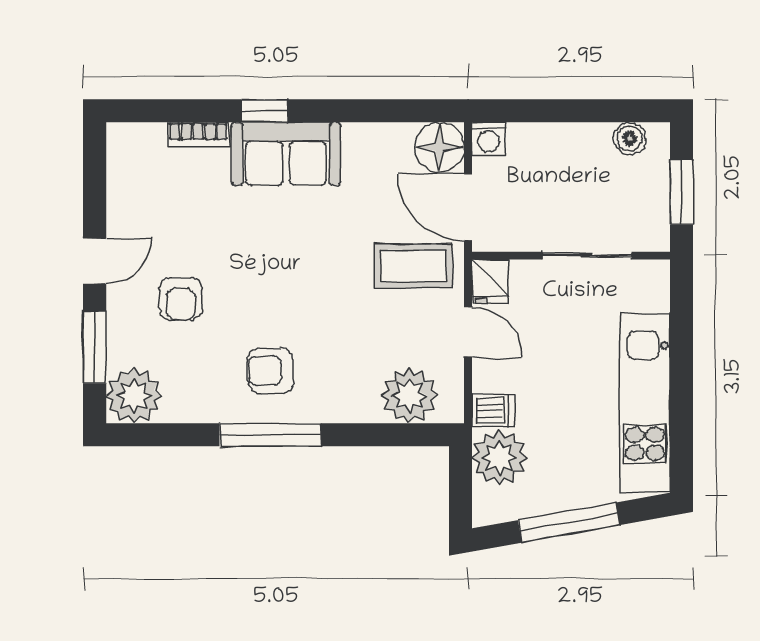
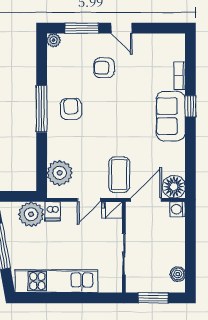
plant: (134, 396) -> (54, 40), width x0.53, depth x0.53

